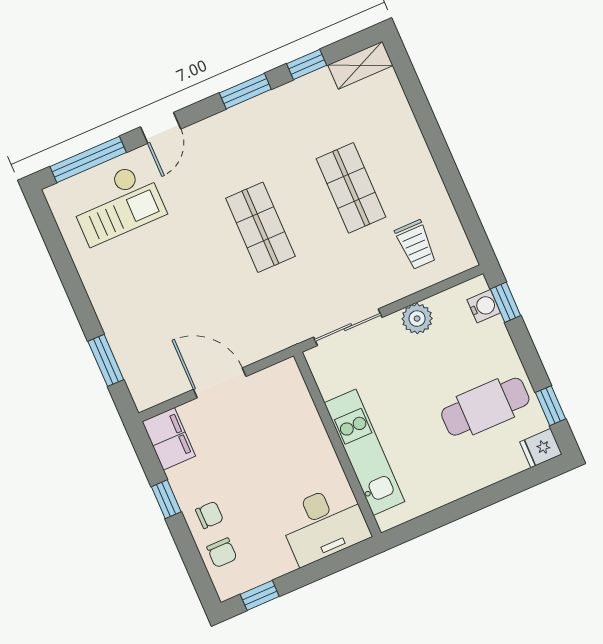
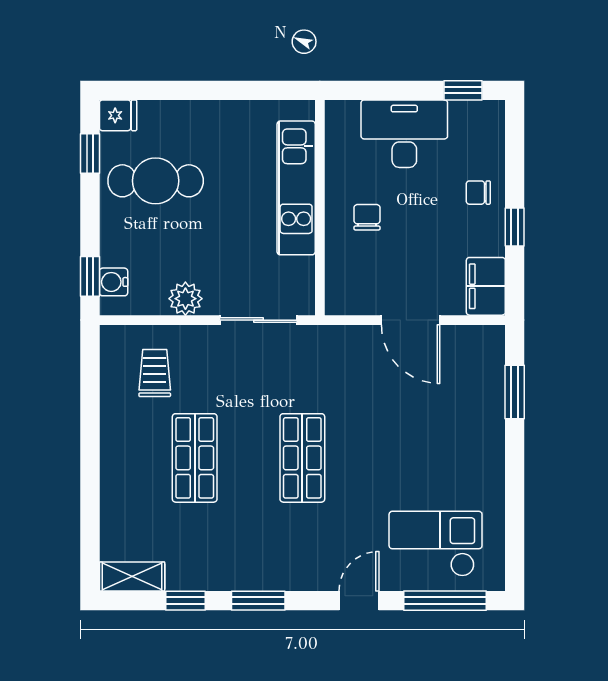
desk: (324, 524) -> (404, 134), moved
chair: (222, 553) -> (367, 217), moved

